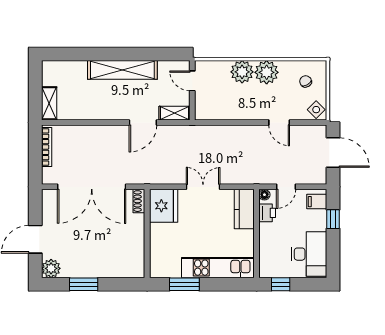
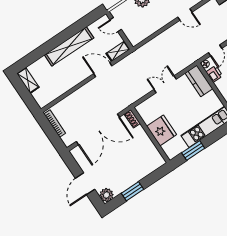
shelving: (49, 103) -> (28, 80), moved
door: (143, 122) -> (103, 70), swing flipped
fridge: (164, 206) -> (162, 130), moved

